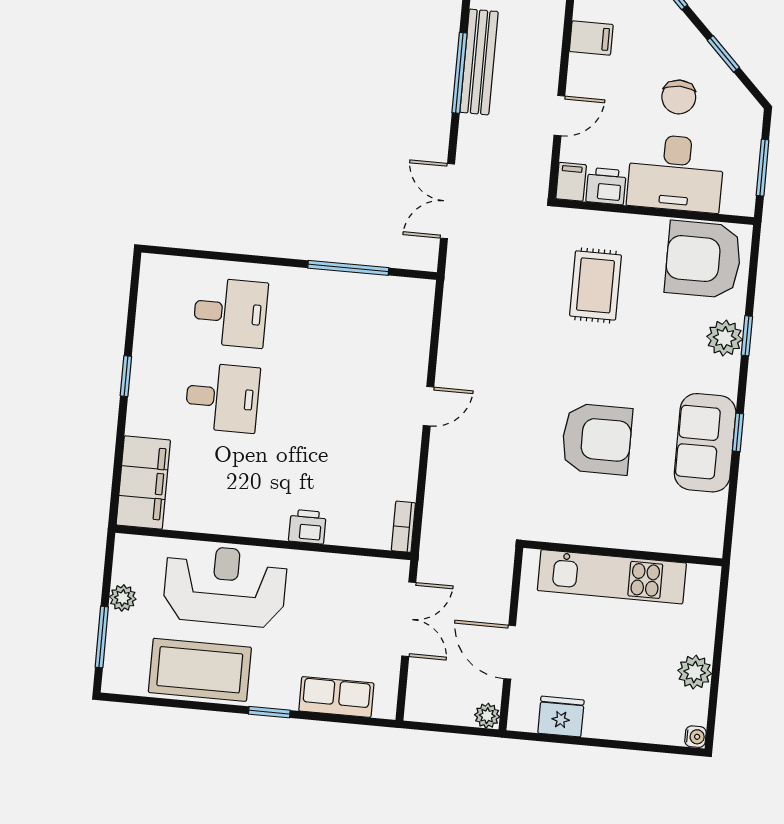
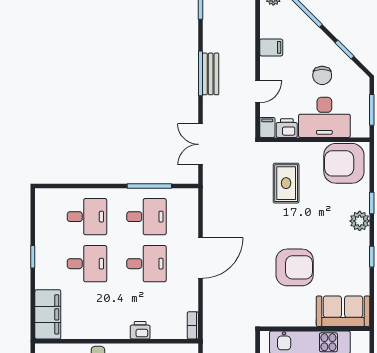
bench: (479, 62) -> (211, 74), width x0.73
desk: (338, 323) -> (146, 217), added
plant: (725, 338) -> (360, 221), moved
door: (429, 406) -> (201, 258), width x1.87
desk: (330, 407) -> (146, 264), added
sofa: (705, 443) -> (343, 311), moved, turned 90

